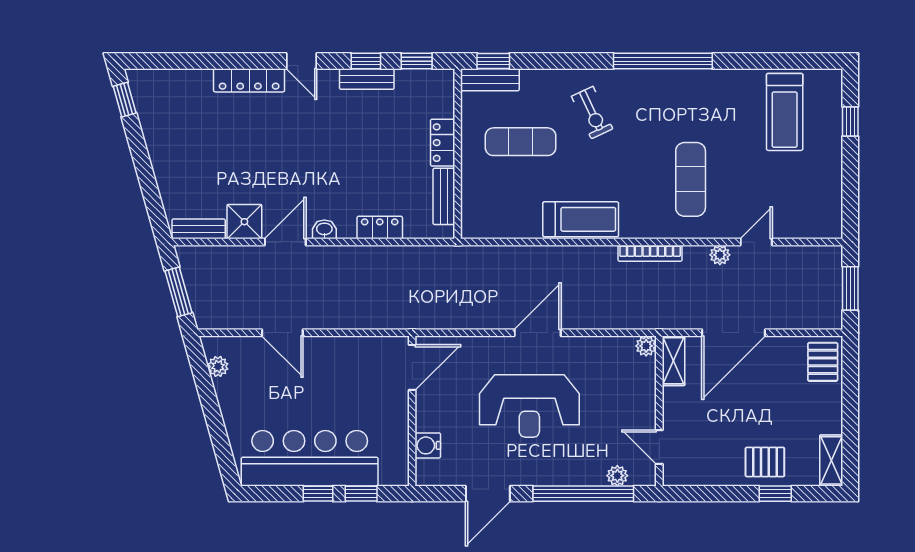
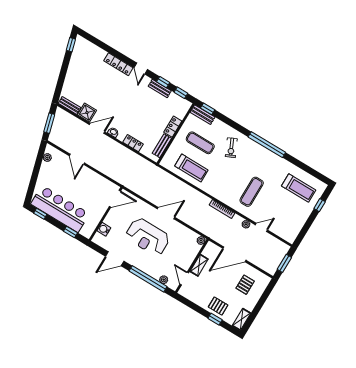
treadmill: (785, 112) -> (299, 188), turned -90
treadmill: (581, 219) -> (191, 168), moved
shelving: (673, 361) -> (199, 265), moved
pallet: (823, 362) -> (245, 285), moved
window: (318, 494) -> (40, 214), moved

